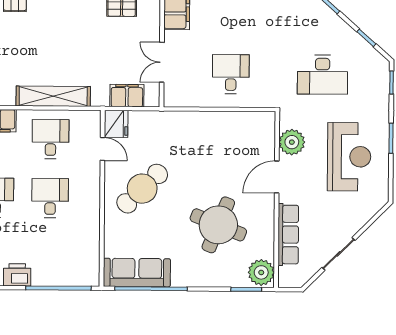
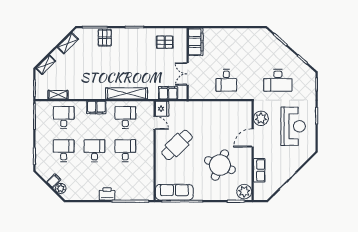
desk: (231, 74) -> (226, 80), turned 180
row of seats: (288, 235) -> (259, 170), width x0.68

